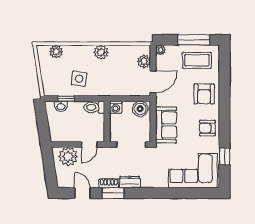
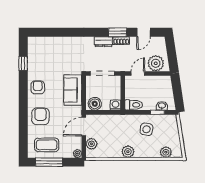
armchair: (207, 128) -> (38, 87), turned -90
corner sofa: (193, 171) -> (50, 51), removed
door: (82, 193) -> (144, 32), hinge flipped

